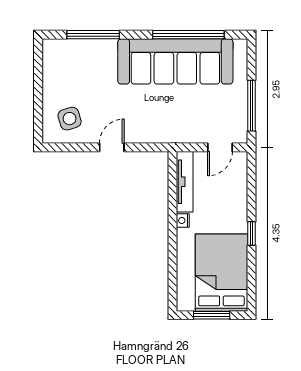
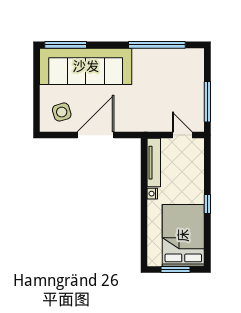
window: (93, 35) -> (66, 45), moved
sofa: (175, 61) -> (86, 66), moved
door: (112, 147) -> (95, 135), width x1.88
door: (220, 147) -> (182, 135), swing flipped

